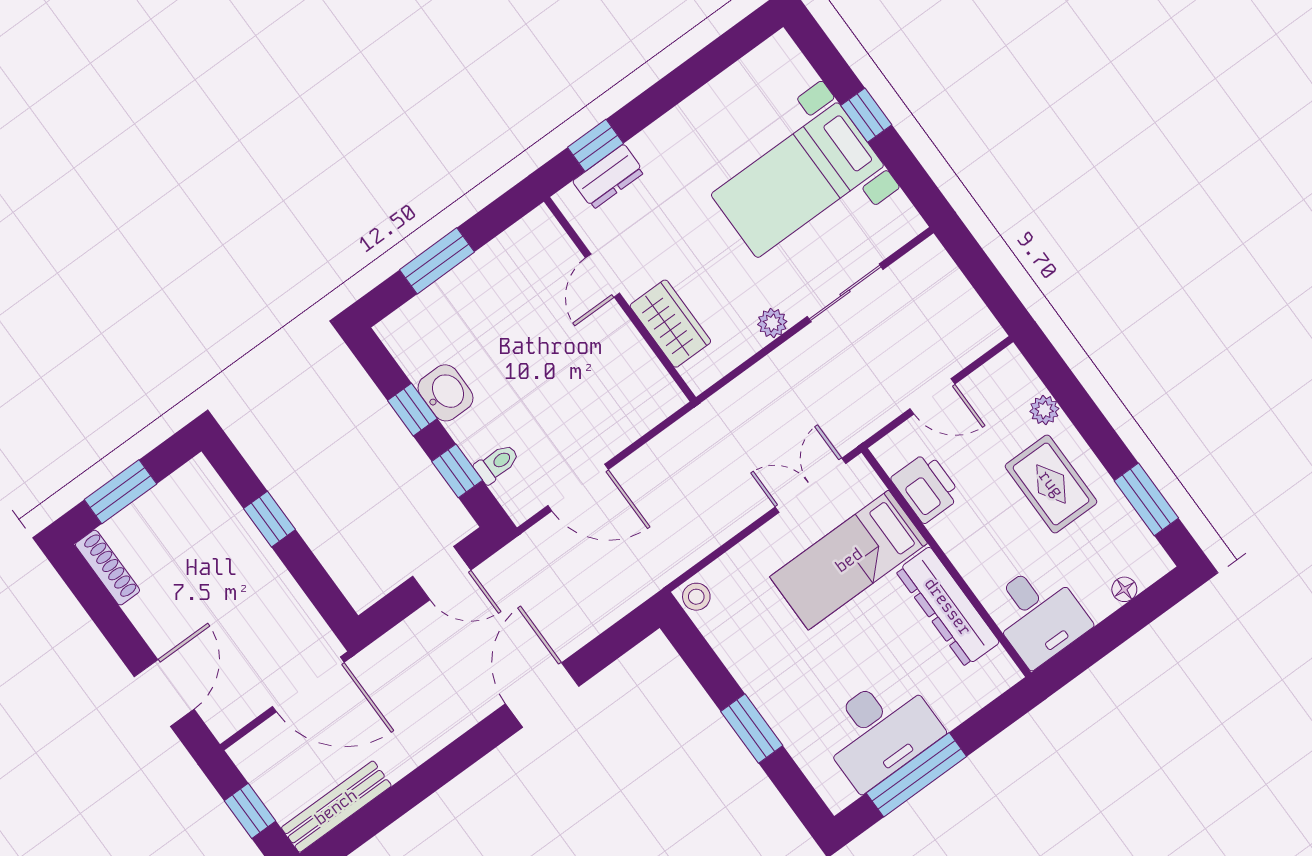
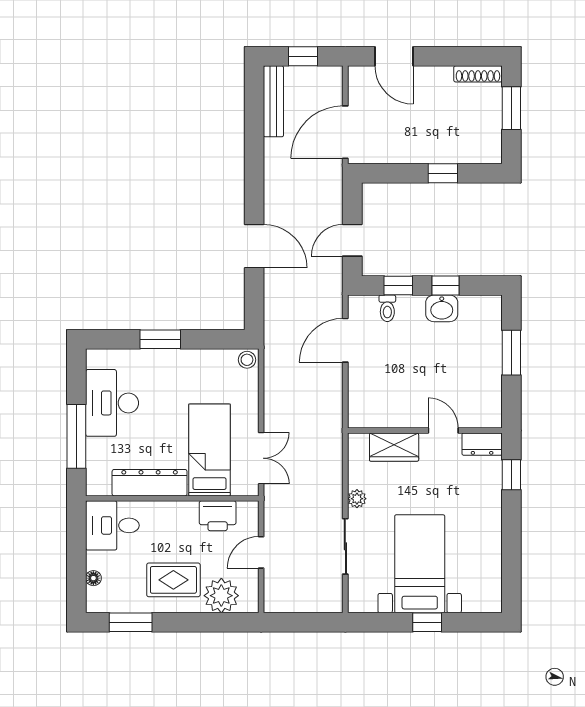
dresser: (608, 177) -> (482, 444), moved, turned -90
plant: (1044, 410) -> (221, 596), width x1.88, depth x1.88
window: (916, 775) -> (76, 436), moved

